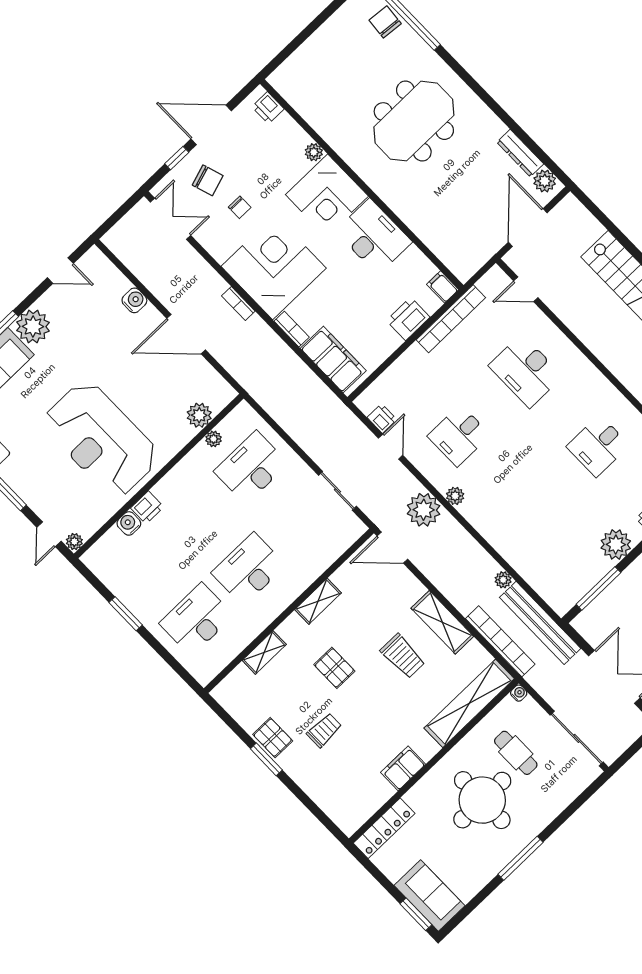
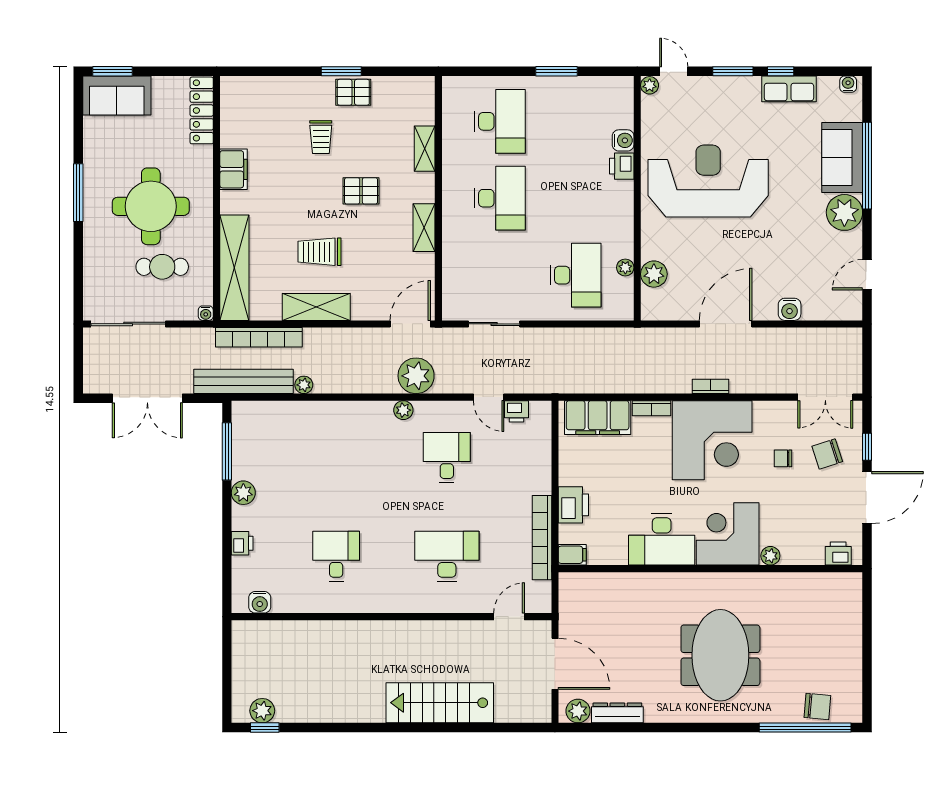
plant: (616, 545) -> (243, 493), width x0.73, depth x0.73

